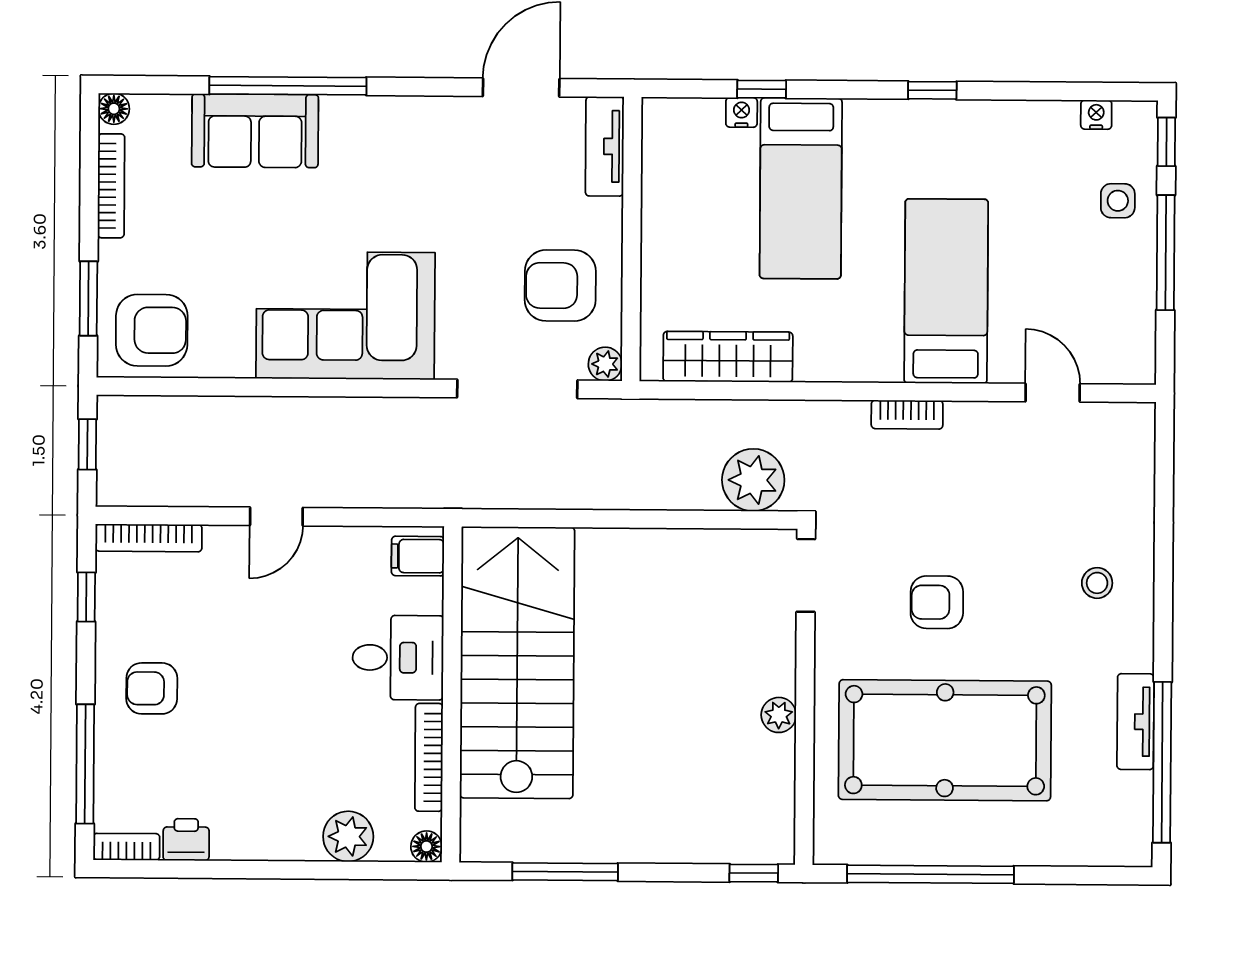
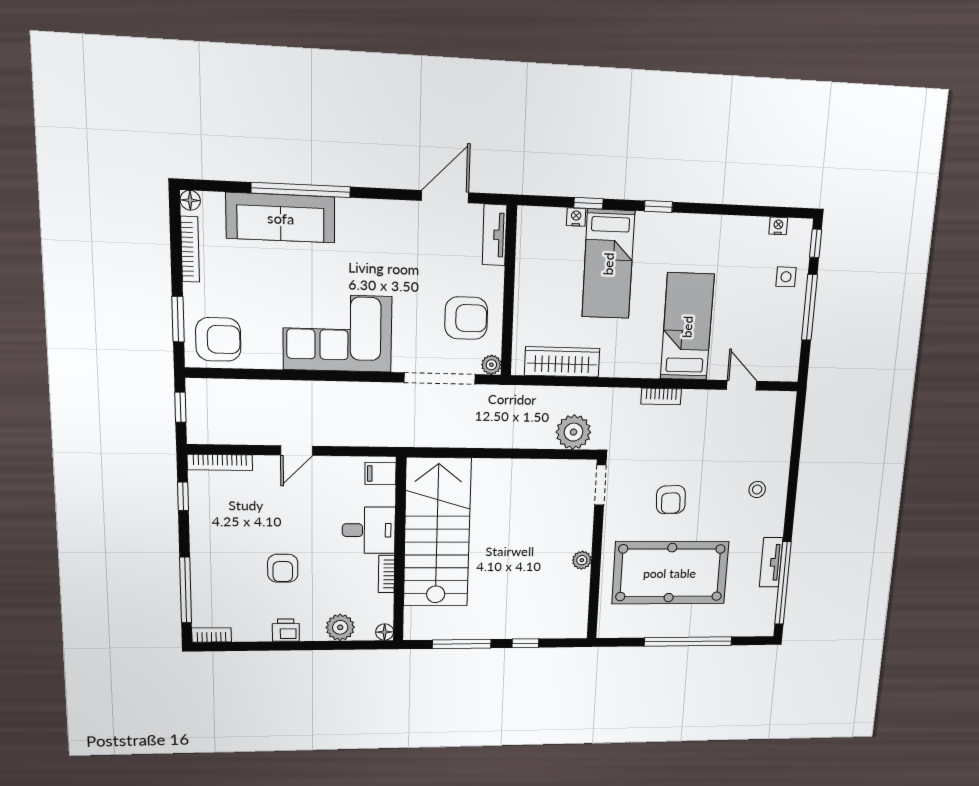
window: (932, 90) -> (658, 206), moved
sofa: (255, 131) -> (281, 218), width x1.36
armchair: (560, 286) -> (466, 318), turned 180
armchair: (937, 602) -> (671, 500), turned -93
armchair: (152, 688) -> (283, 568), moved, turned -90
bookcase: (429, 757) -> (386, 574), width x0.64
printer: (186, 840) -> (286, 630), moved
window: (754, 873) -> (525, 643), moved
window: (930, 874) -> (688, 641), moved

